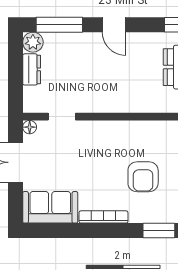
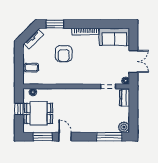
door: (114, 25) -> (65, 137), moved
dresser: (32, 69) -> (125, 98), moved
armchair: (143, 177) -> (64, 54), turned 180

